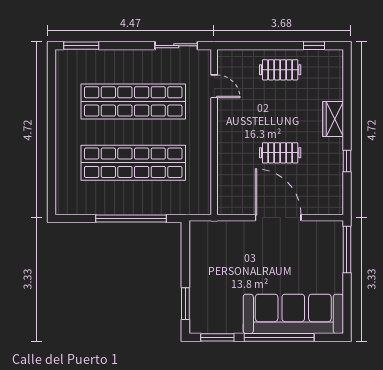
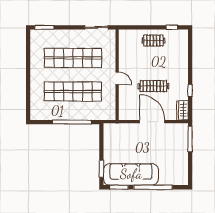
door: (214, 86) -> (117, 78), moved
wardrobe: (333, 119) -> (182, 110), moved
clothes rail: (280, 153) -> (153, 86), width x1.36
sofa: (293, 314) -> (131, 174), moved

